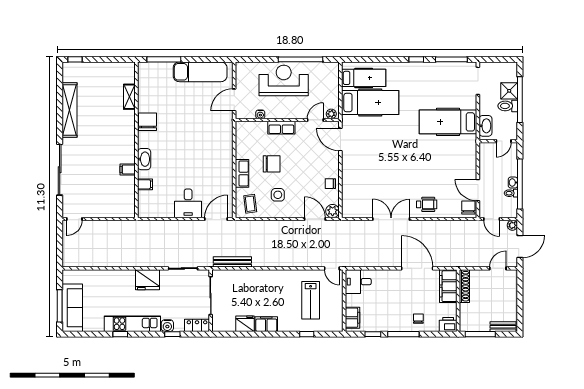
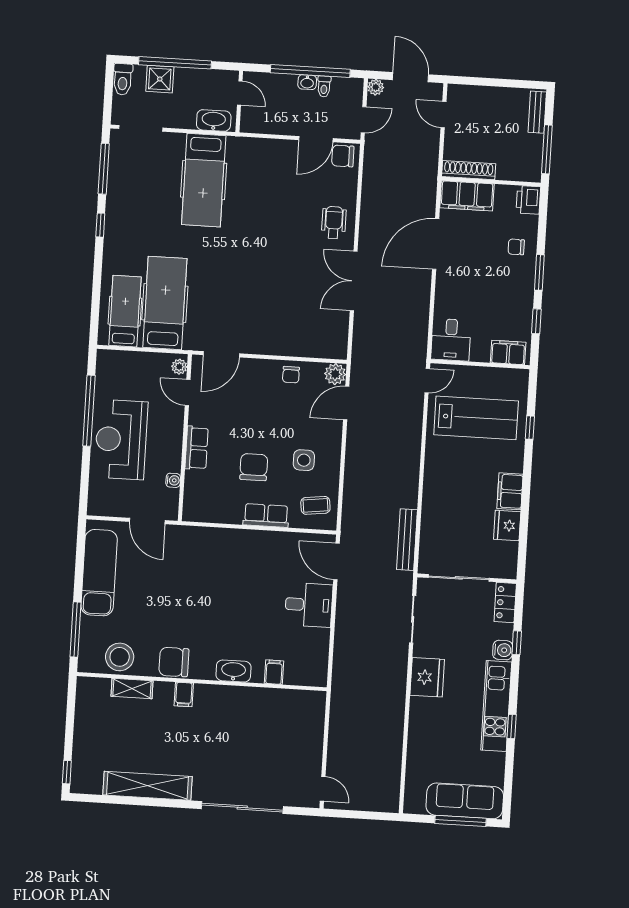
stool: (149, 88) -> (120, 657), added
toilet: (508, 106) -> (123, 79), moved
filing cabinet: (128, 169) -> (184, 694), moved
lab bench: (311, 300) -> (476, 418), width x1.36, depth x1.39
window: (403, 334) -> (539, 272), width x0.69

